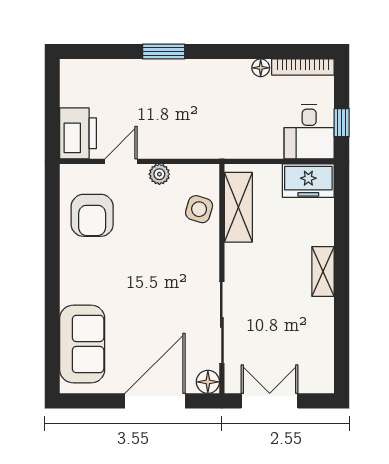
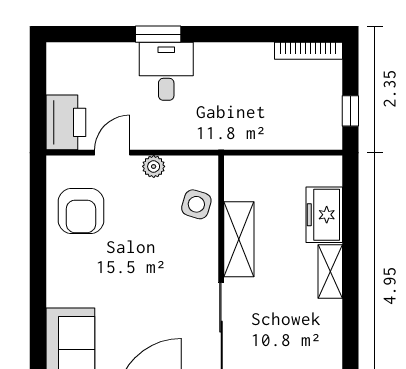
floor lamp: (261, 68) -> (263, 52), removed
desk: (309, 132) -> (166, 71), moved, turned 180
freezer: (308, 181) -> (324, 215), moved, turned 90
shelving: (238, 207) -> (239, 239), moved

